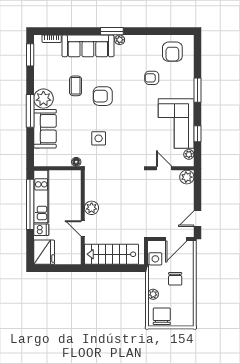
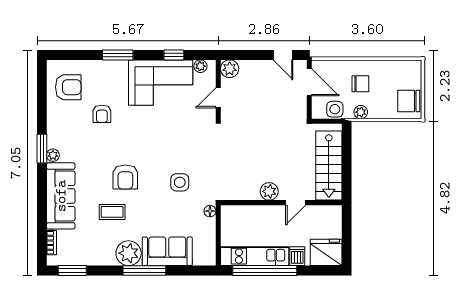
window: (112, 31) -> (42, 149), moved
plant: (153, 294) -> (361, 112), moved

